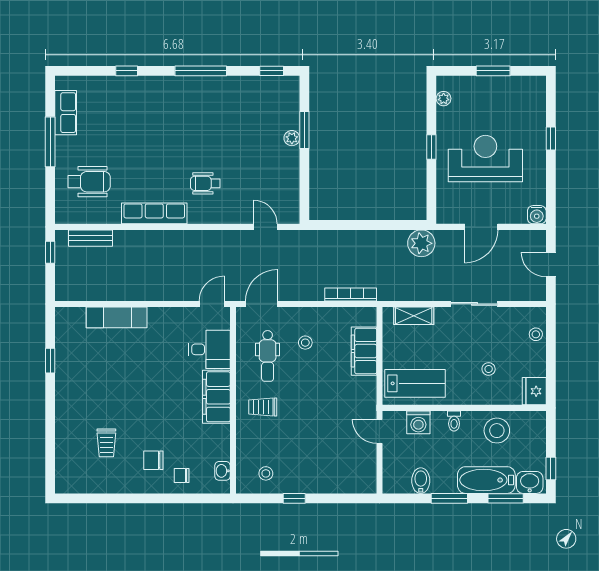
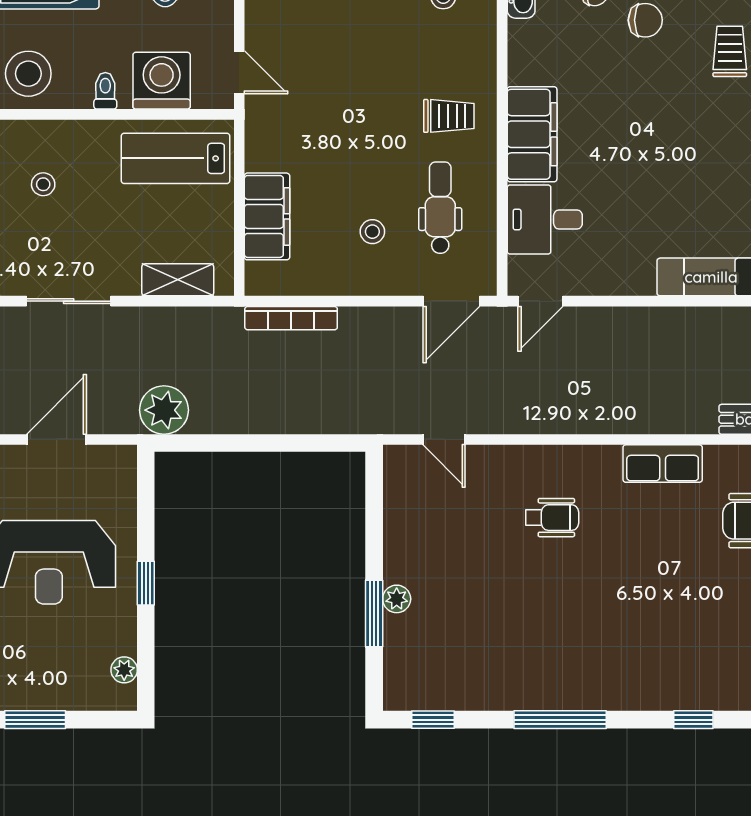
row of seats: (154, 213) -> (663, 464), width x0.68
washing machine: (418, 422) -> (162, 81), width x1.37, depth x1.37

